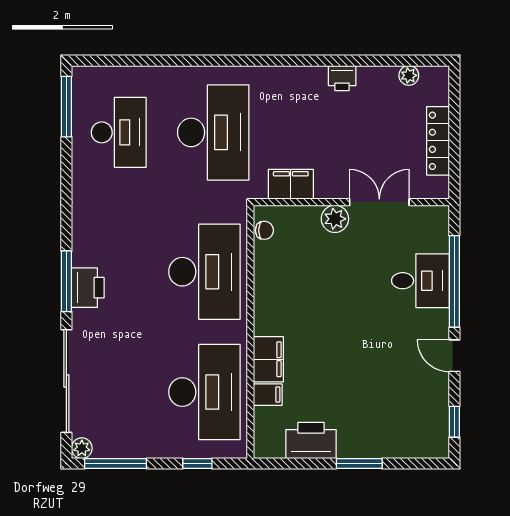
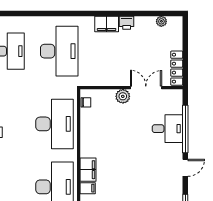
locker: (438, 141) -> (177, 68), moved
filing cabinet: (291, 184) -> (107, 24), moved, turned 180
door: (454, 356) -> (185, 168), swing flipped

